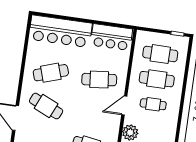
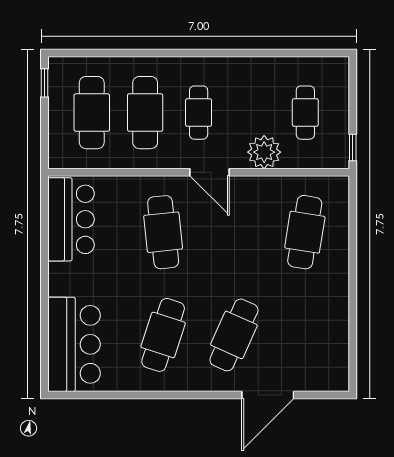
bar counter: (60, 31) -> (74, 344), width x0.73
cafe table: (51, 73) -> (163, 335), turned 36

